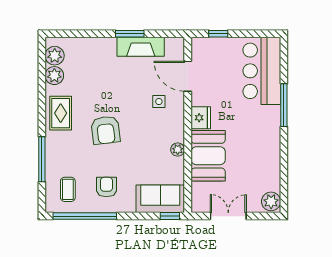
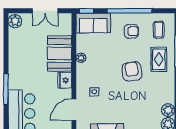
door: (188, 76) -> (74, 110), swing flipped
rug: (61, 113) -> (159, 59), moved
armchair: (106, 187) -> (131, 31), turned -90
window: (85, 216) -> (129, 11), moved

